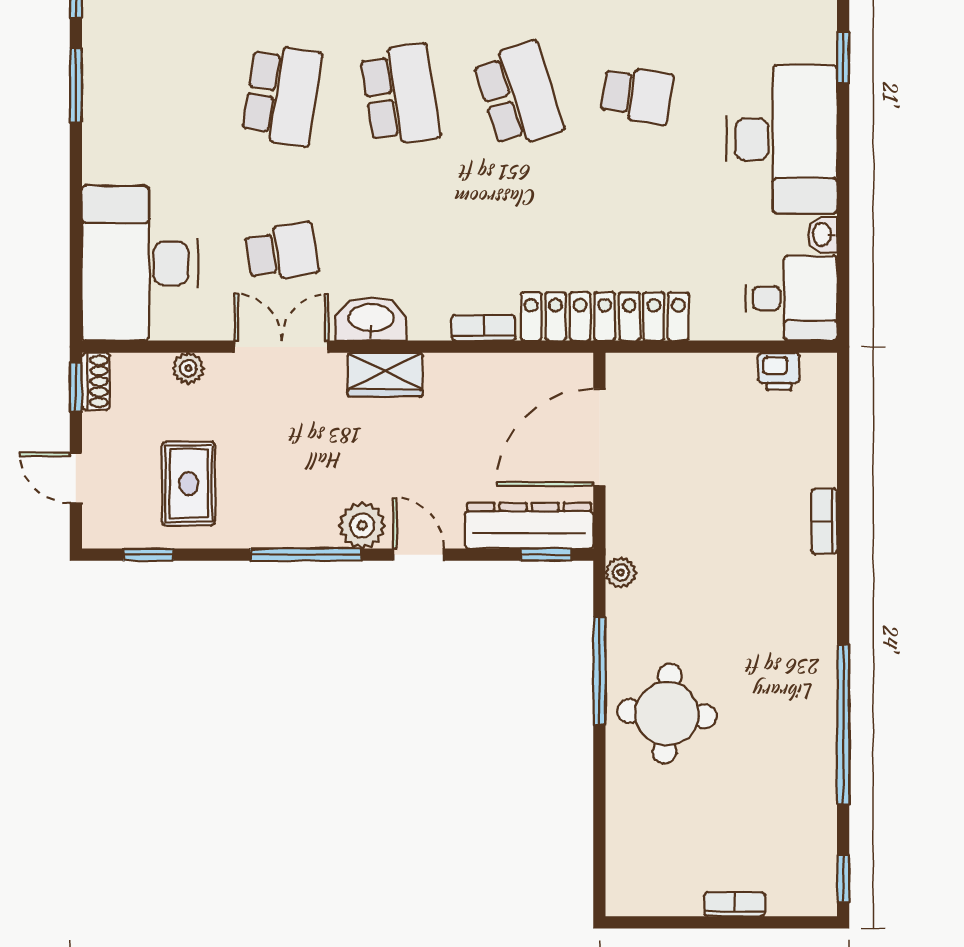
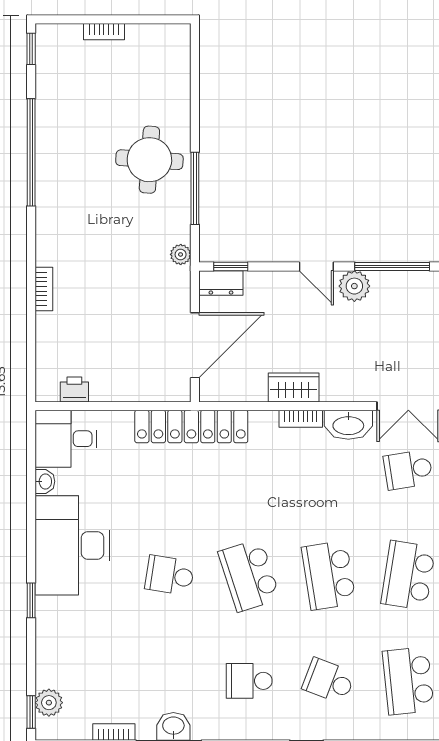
bookcase: (484, 328) -> (301, 419), moved
wardrobe: (385, 375) -> (294, 387), moved
dresser: (529, 526) -> (221, 283), width x0.51, depth x0.80

